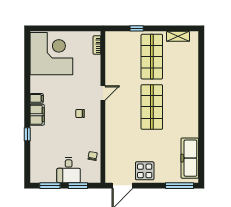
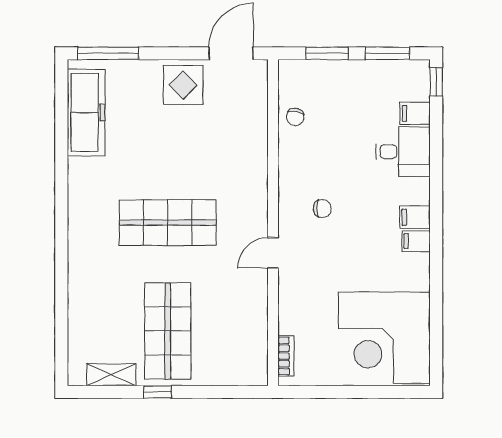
window: (137, 28) -> (158, 392), moved
shop shelf: (152, 107) -> (168, 223), turned 90
filing cabinet: (37, 115) -> (415, 217), width x0.50
window: (27, 134) -> (436, 82), moved
filing cabinet: (37, 158) -> (415, 113), added
desk: (69, 170) -> (403, 152), moved, turned 90

